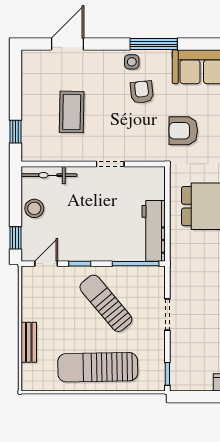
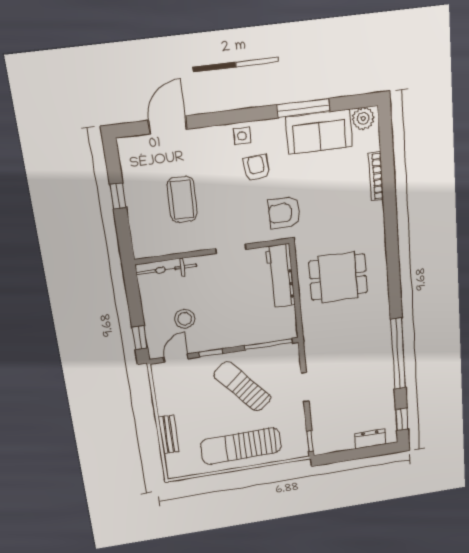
window: (154, 44) -> (303, 108), moved
armchair: (183, 131) -> (284, 213), moved
window: (15, 132) -> (118, 196), moved
stool: (34, 208) -> (185, 319), moved
workbench: (154, 231) -> (280, 276), moved

